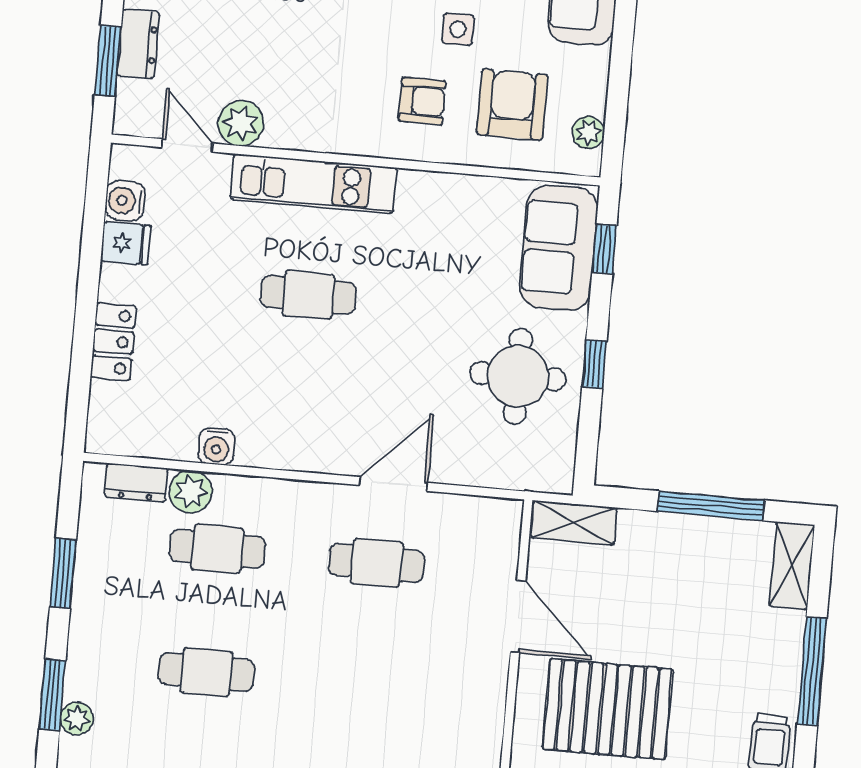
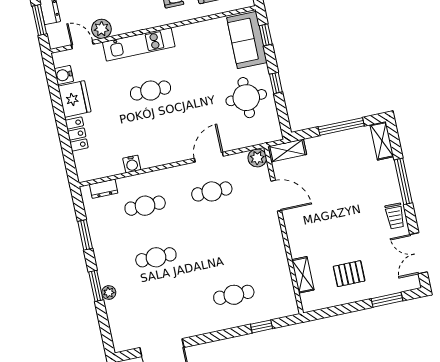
fridge: (126, 243) -> (74, 99), width x1.88, depth x1.34
plant: (191, 492) -> (257, 158), moved
pallet: (607, 709) -> (324, 222), removed

